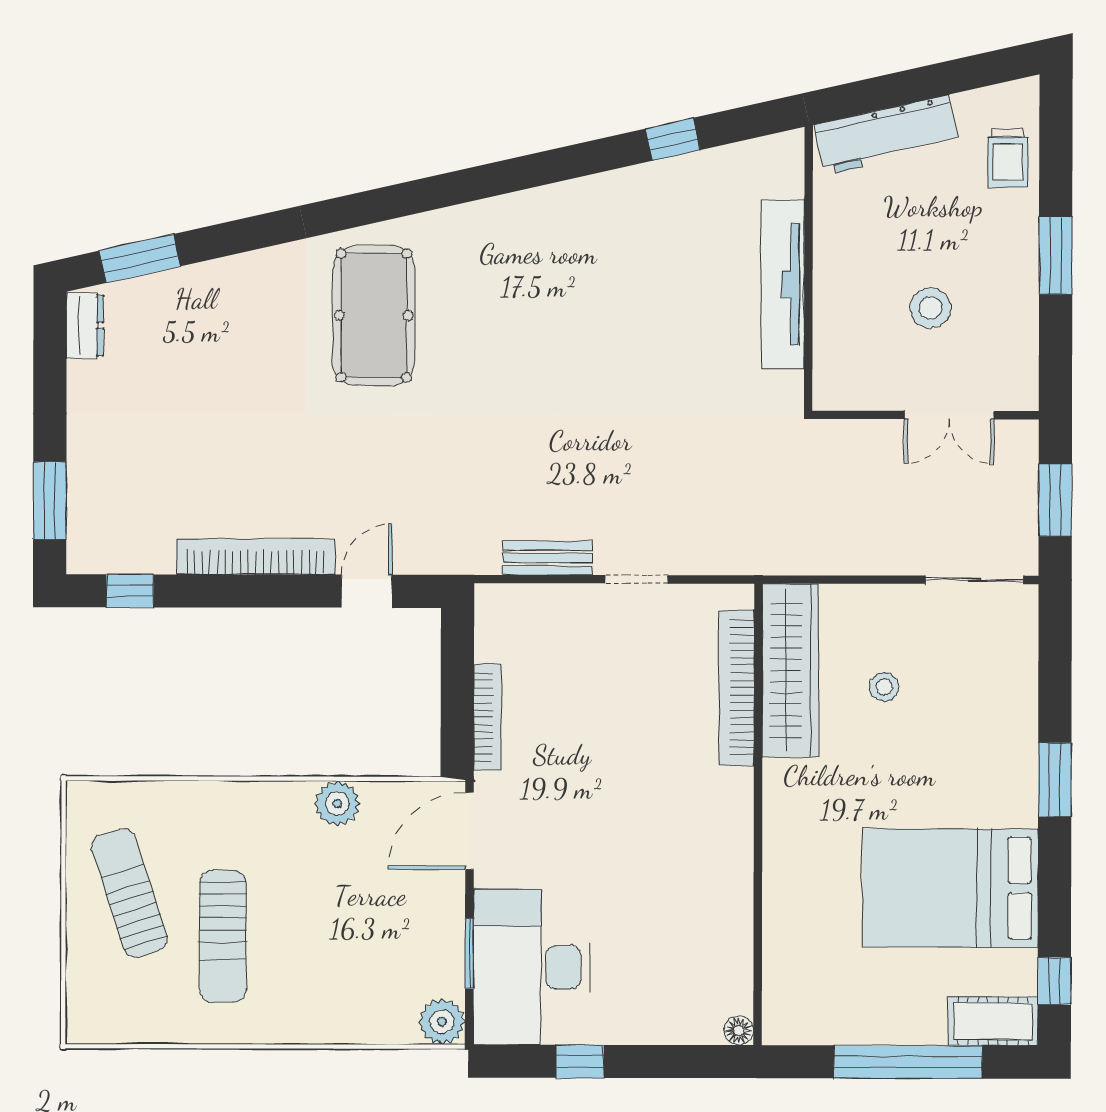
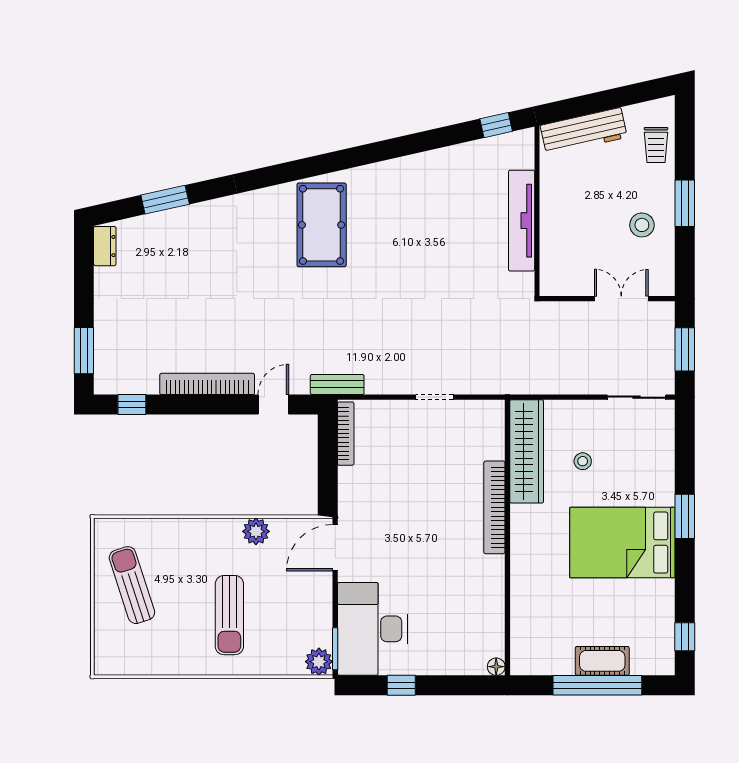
window: (673, 139) -> (496, 125), moved
window: (140, 258) -> (165, 200), moved
stool: (930, 308) -> (642, 225), moved
pool table: (374, 315) -> (322, 225), moved
double door: (949, 415) -> (621, 299), swing flipped
bench: (548, 558) -> (337, 384), moved
bookcase: (736, 688) -> (494, 507), moved
bookcase: (487, 717) -> (346, 434), moved
bed: (950, 888) -> (622, 543), moved
sun lounger: (223, 936) -> (229, 615), moved
window: (469, 953) -> (335, 649), moved
cot: (993, 1021) -> (602, 661), moved

